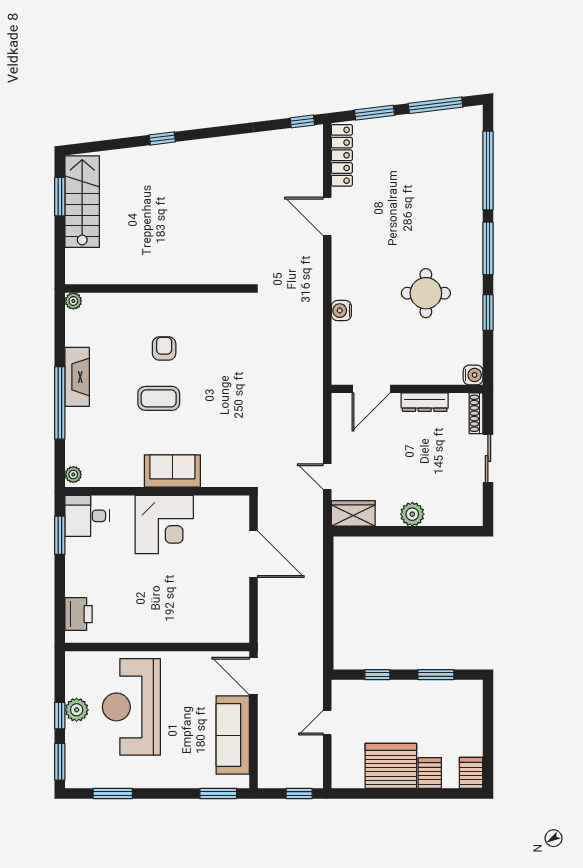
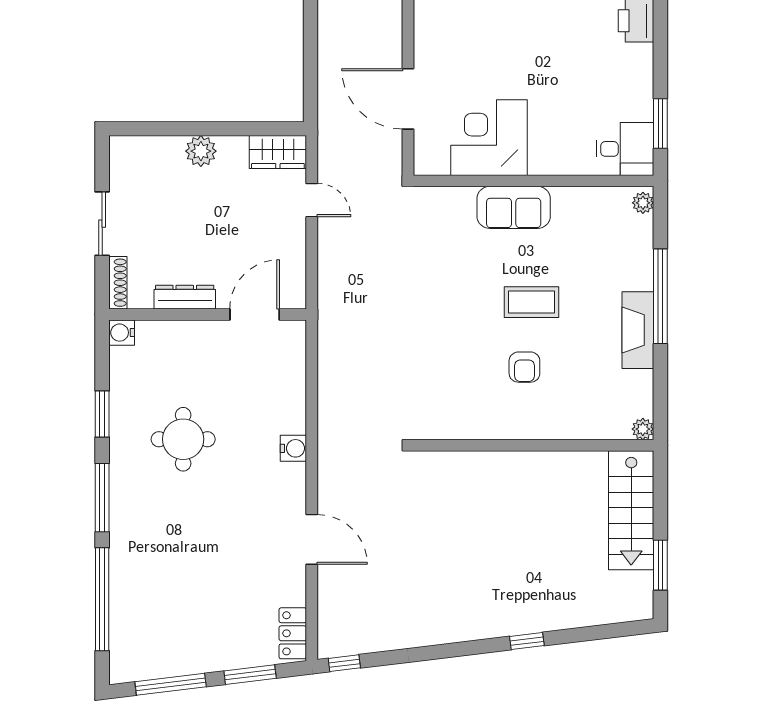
locker: (342, 155) -> (293, 633), width x0.66
stairs: (82, 202) -> (631, 510), moved
water cooler: (341, 311) -> (293, 448), moved
corner desk: (164, 525) -> (489, 138), moved

